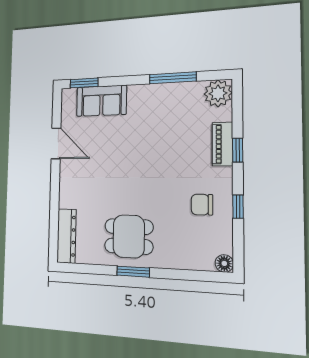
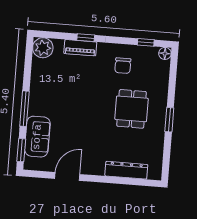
window: (173, 78) -> (24, 109), moved
window: (238, 207) -> (146, 42), moved
dresser: (66, 236) -> (126, 170), moved
dining table: (129, 236) -> (132, 109), moved

